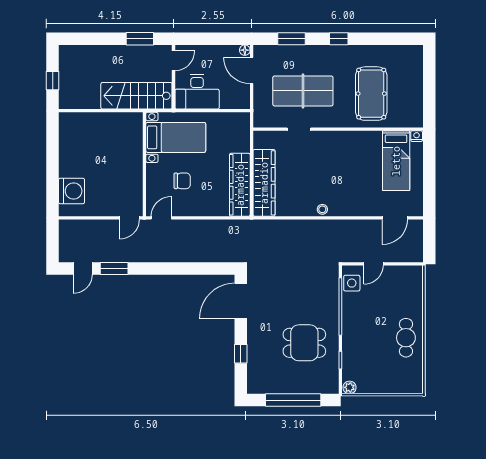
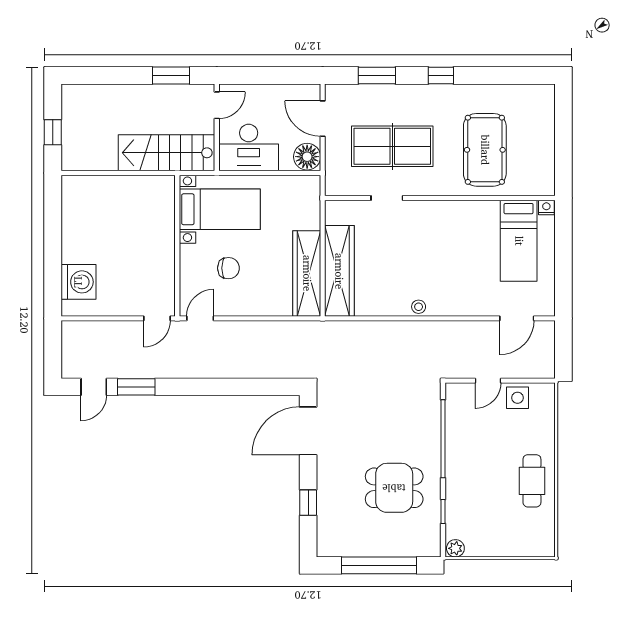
floor lamp: (245, 50) -> (307, 157), moved, width x1.89, depth x1.89
side table: (352, 283) -> (518, 398), moved

